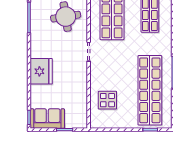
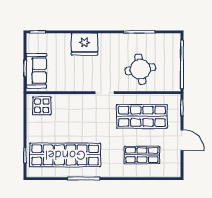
display table: (107, 100) -> (42, 106), moved
sofa: (47, 119) -> (36, 71), moved

